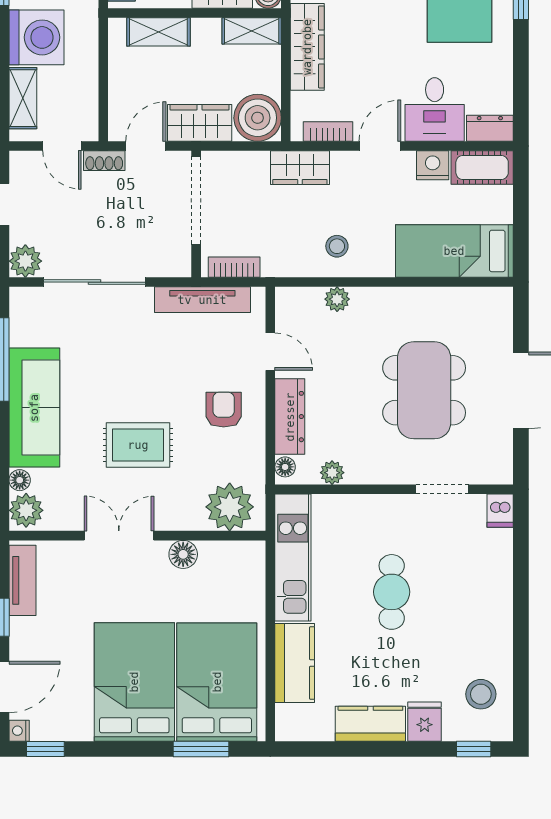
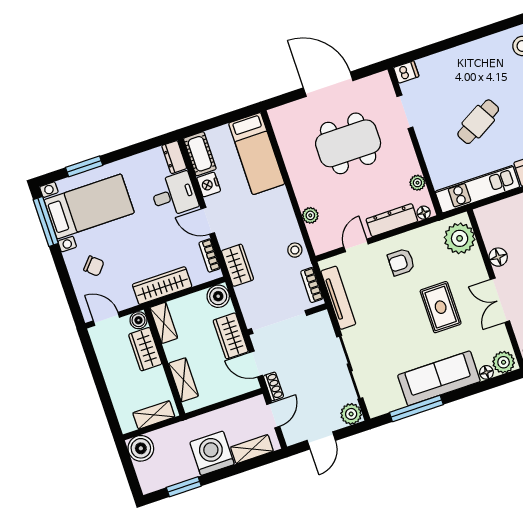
boiler: (258, 118) -> (218, 296), width x0.73, depth x0.73
stool: (337, 246) -> (295, 250), moved
cafe table: (392, 592) -> (478, 122), turned -30

